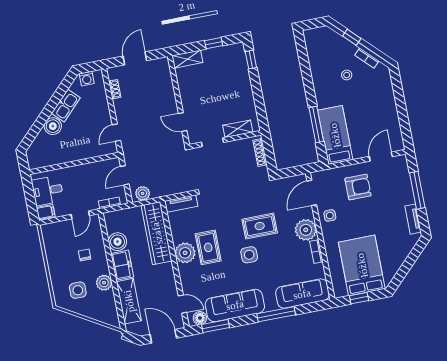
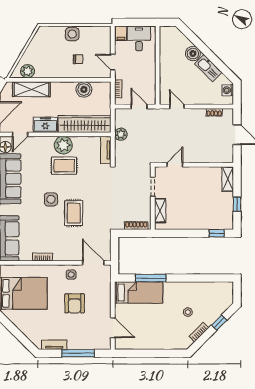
armchair: (358, 187) -> (75, 303), moved
plant: (143, 193) -> (121, 134), moved
plant: (306, 230) -> (63, 252), removed
freezer: (122, 265) -> (45, 125), moved, turned 180
plant: (104, 283) -> (28, 71), moved
side table: (78, 290) -> (72, 34), moved

